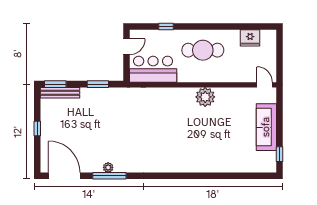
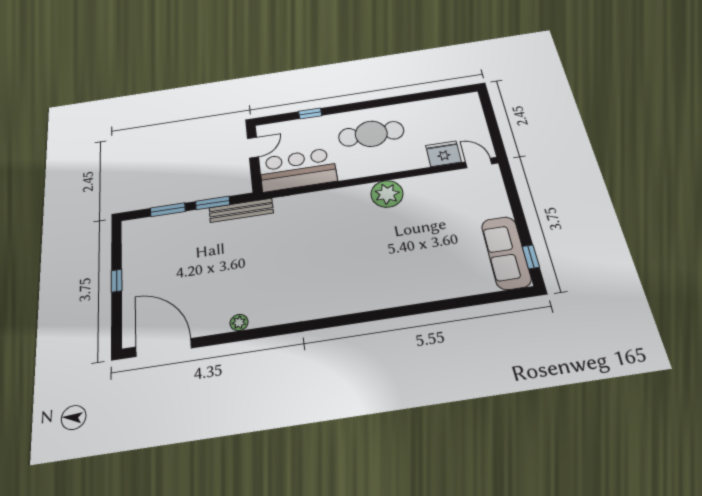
fridge: (250, 38) -> (443, 154), moved, turned 180
window: (55, 84) -> (168, 210), moved
bench: (60, 93) -> (241, 210), moved
sofa: (266, 127) -> (506, 253), moved
window: (109, 176) -> (242, 336), removed

